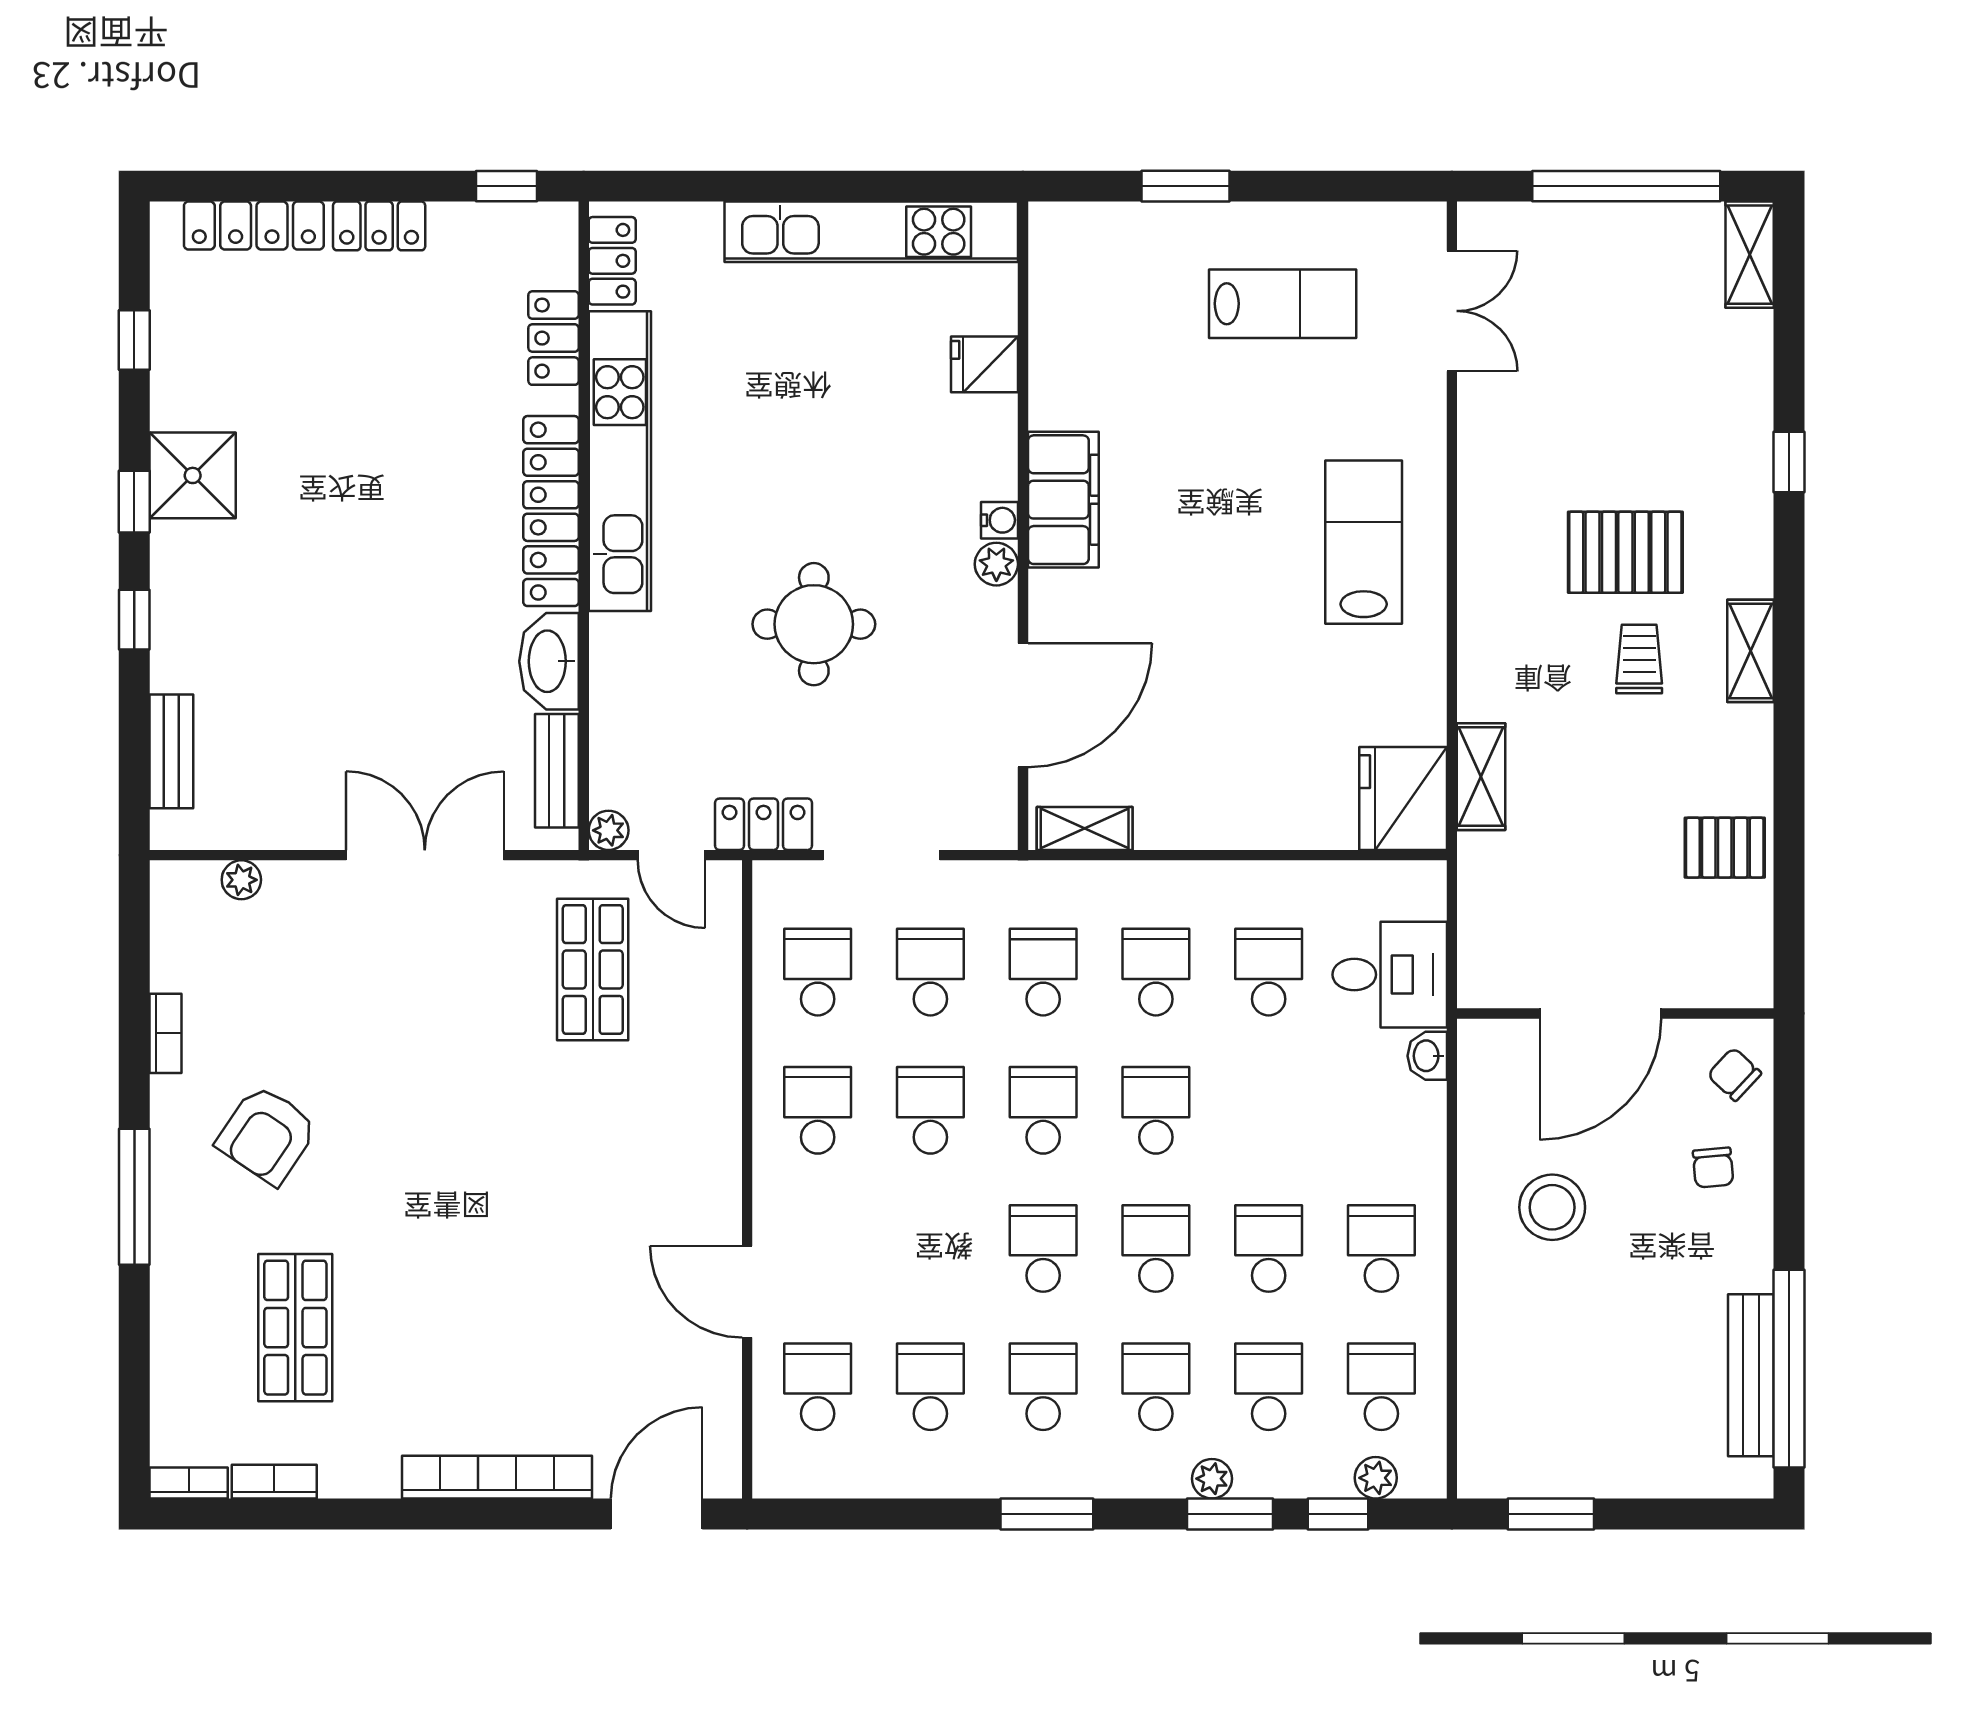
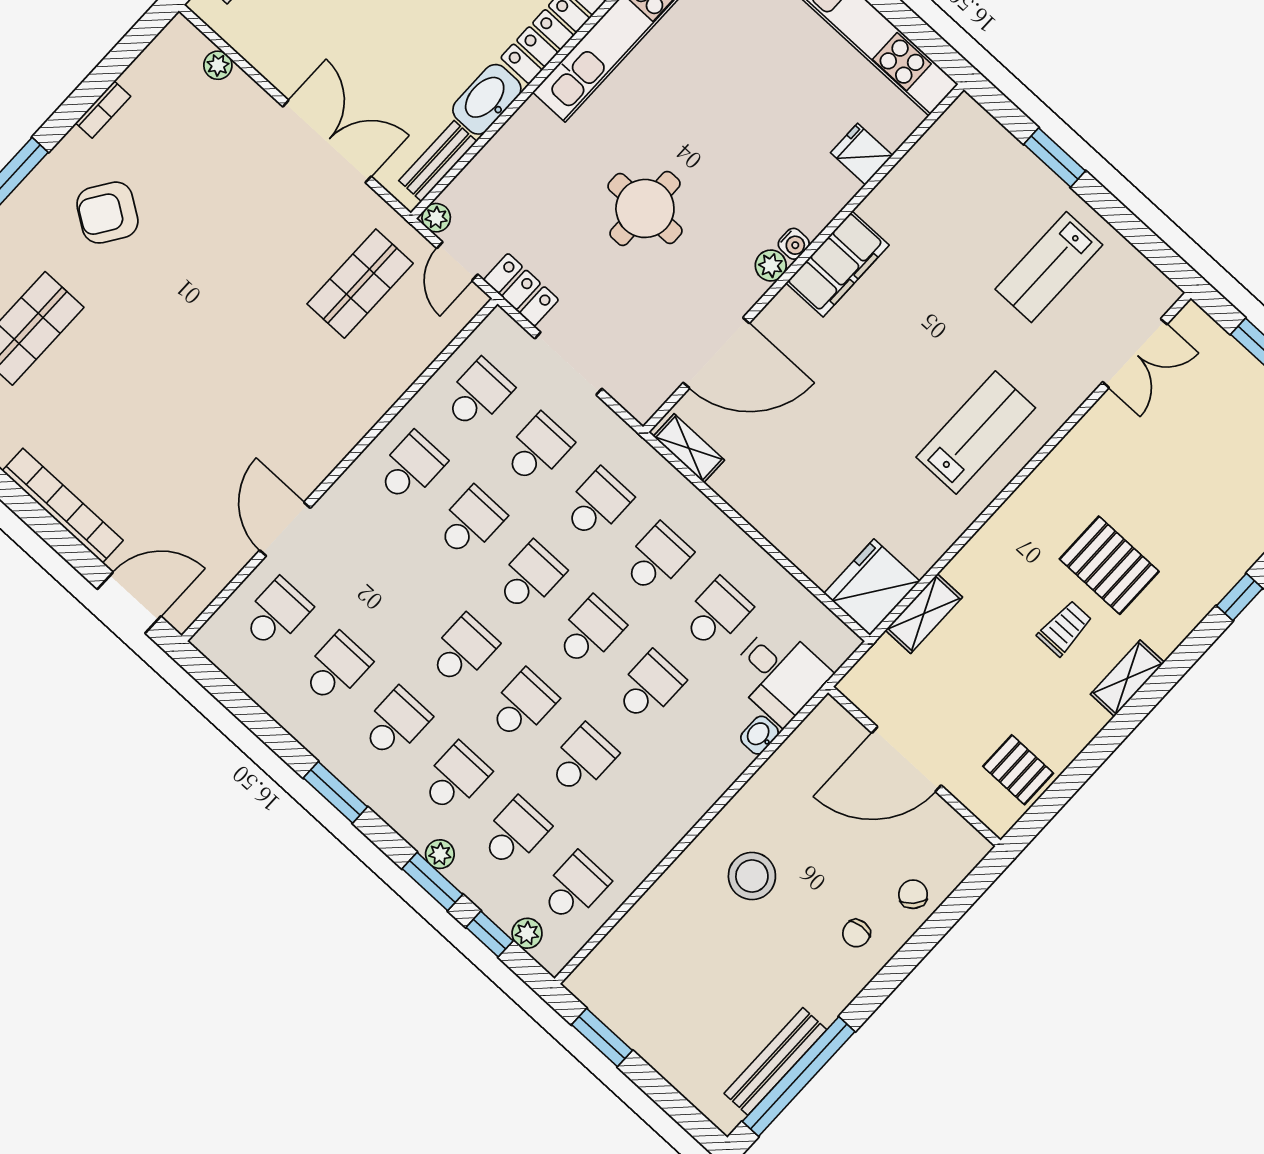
lab bench: (1283, 304) -> (1049, 267), turned 90
door: (1600, 1013) -> (906, 759), moved
wall: (1615, 1013) -> (914, 766), moved
school desk: (1381, 1249) -> (649, 687), moved

